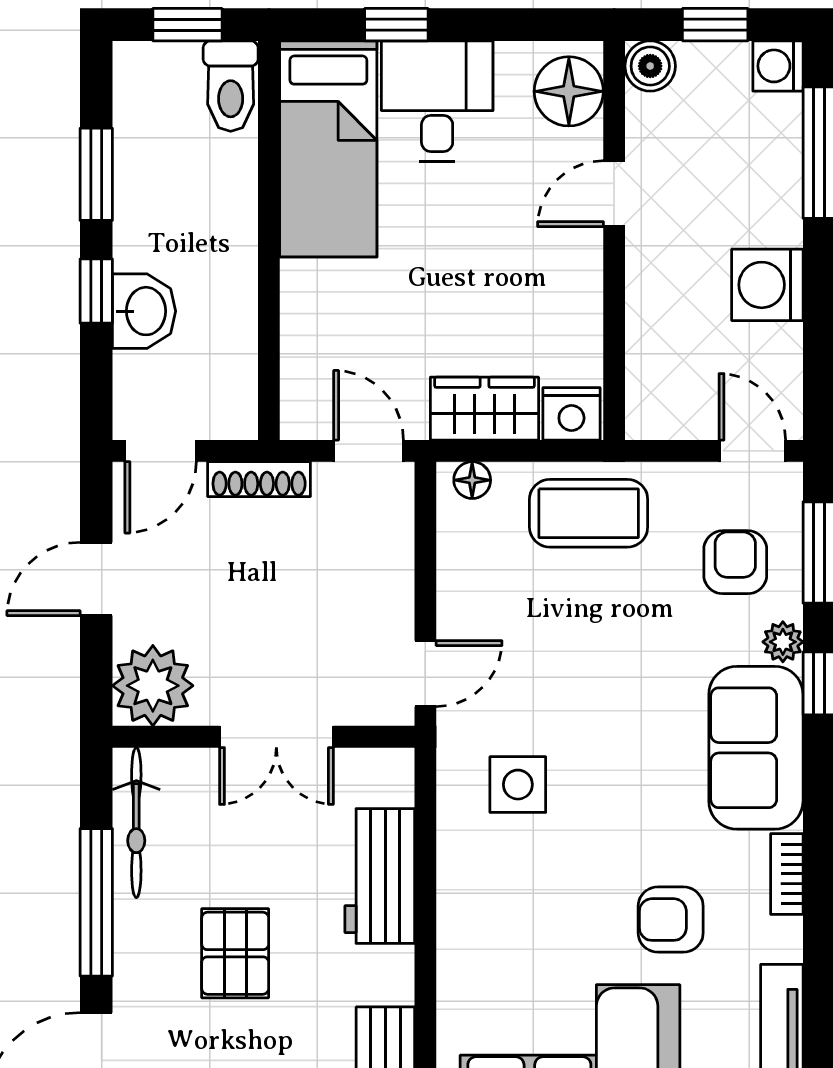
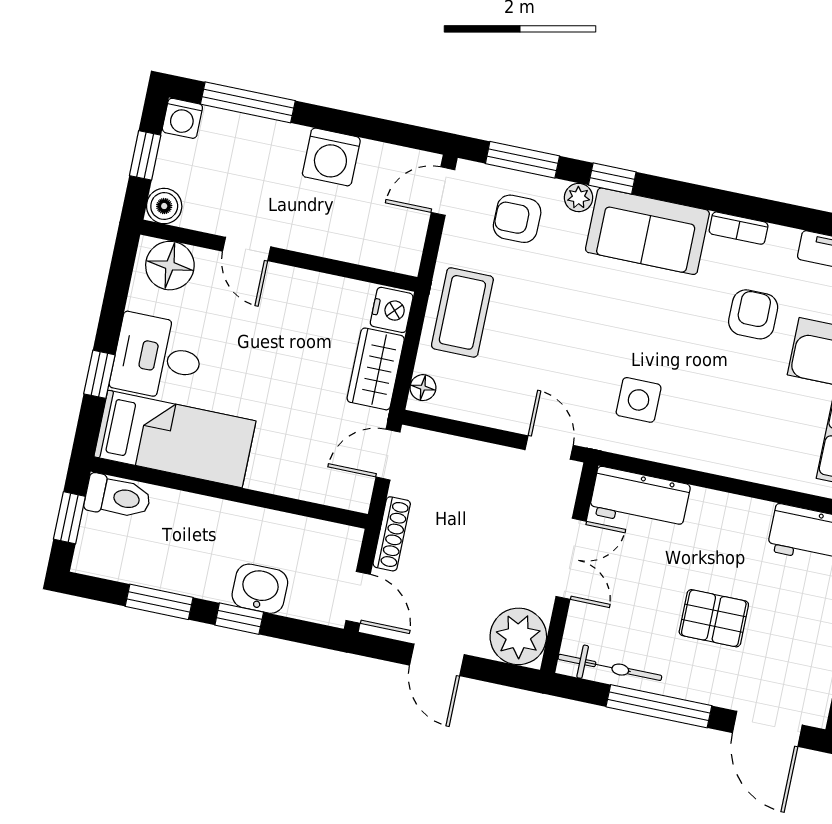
workbench: (380, 876) -> (640, 499), moved
armchair: (671, 920) -> (753, 314), turned 180

